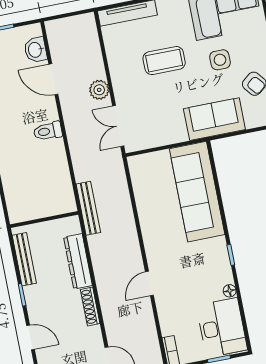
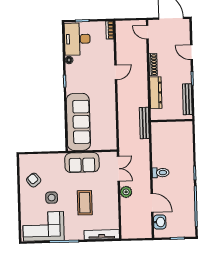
coffee table: (164, 61) -> (85, 203), turned 90
sofa: (214, 119) -> (82, 162), moved

